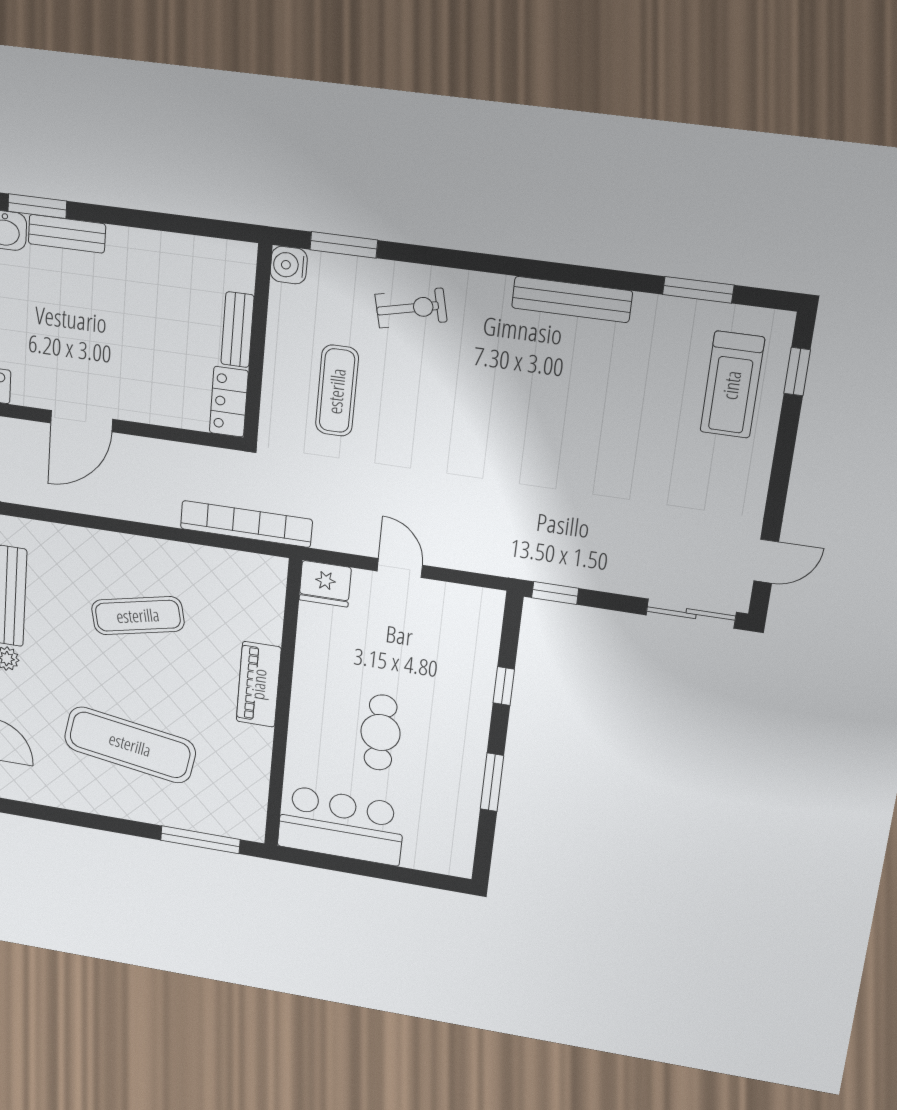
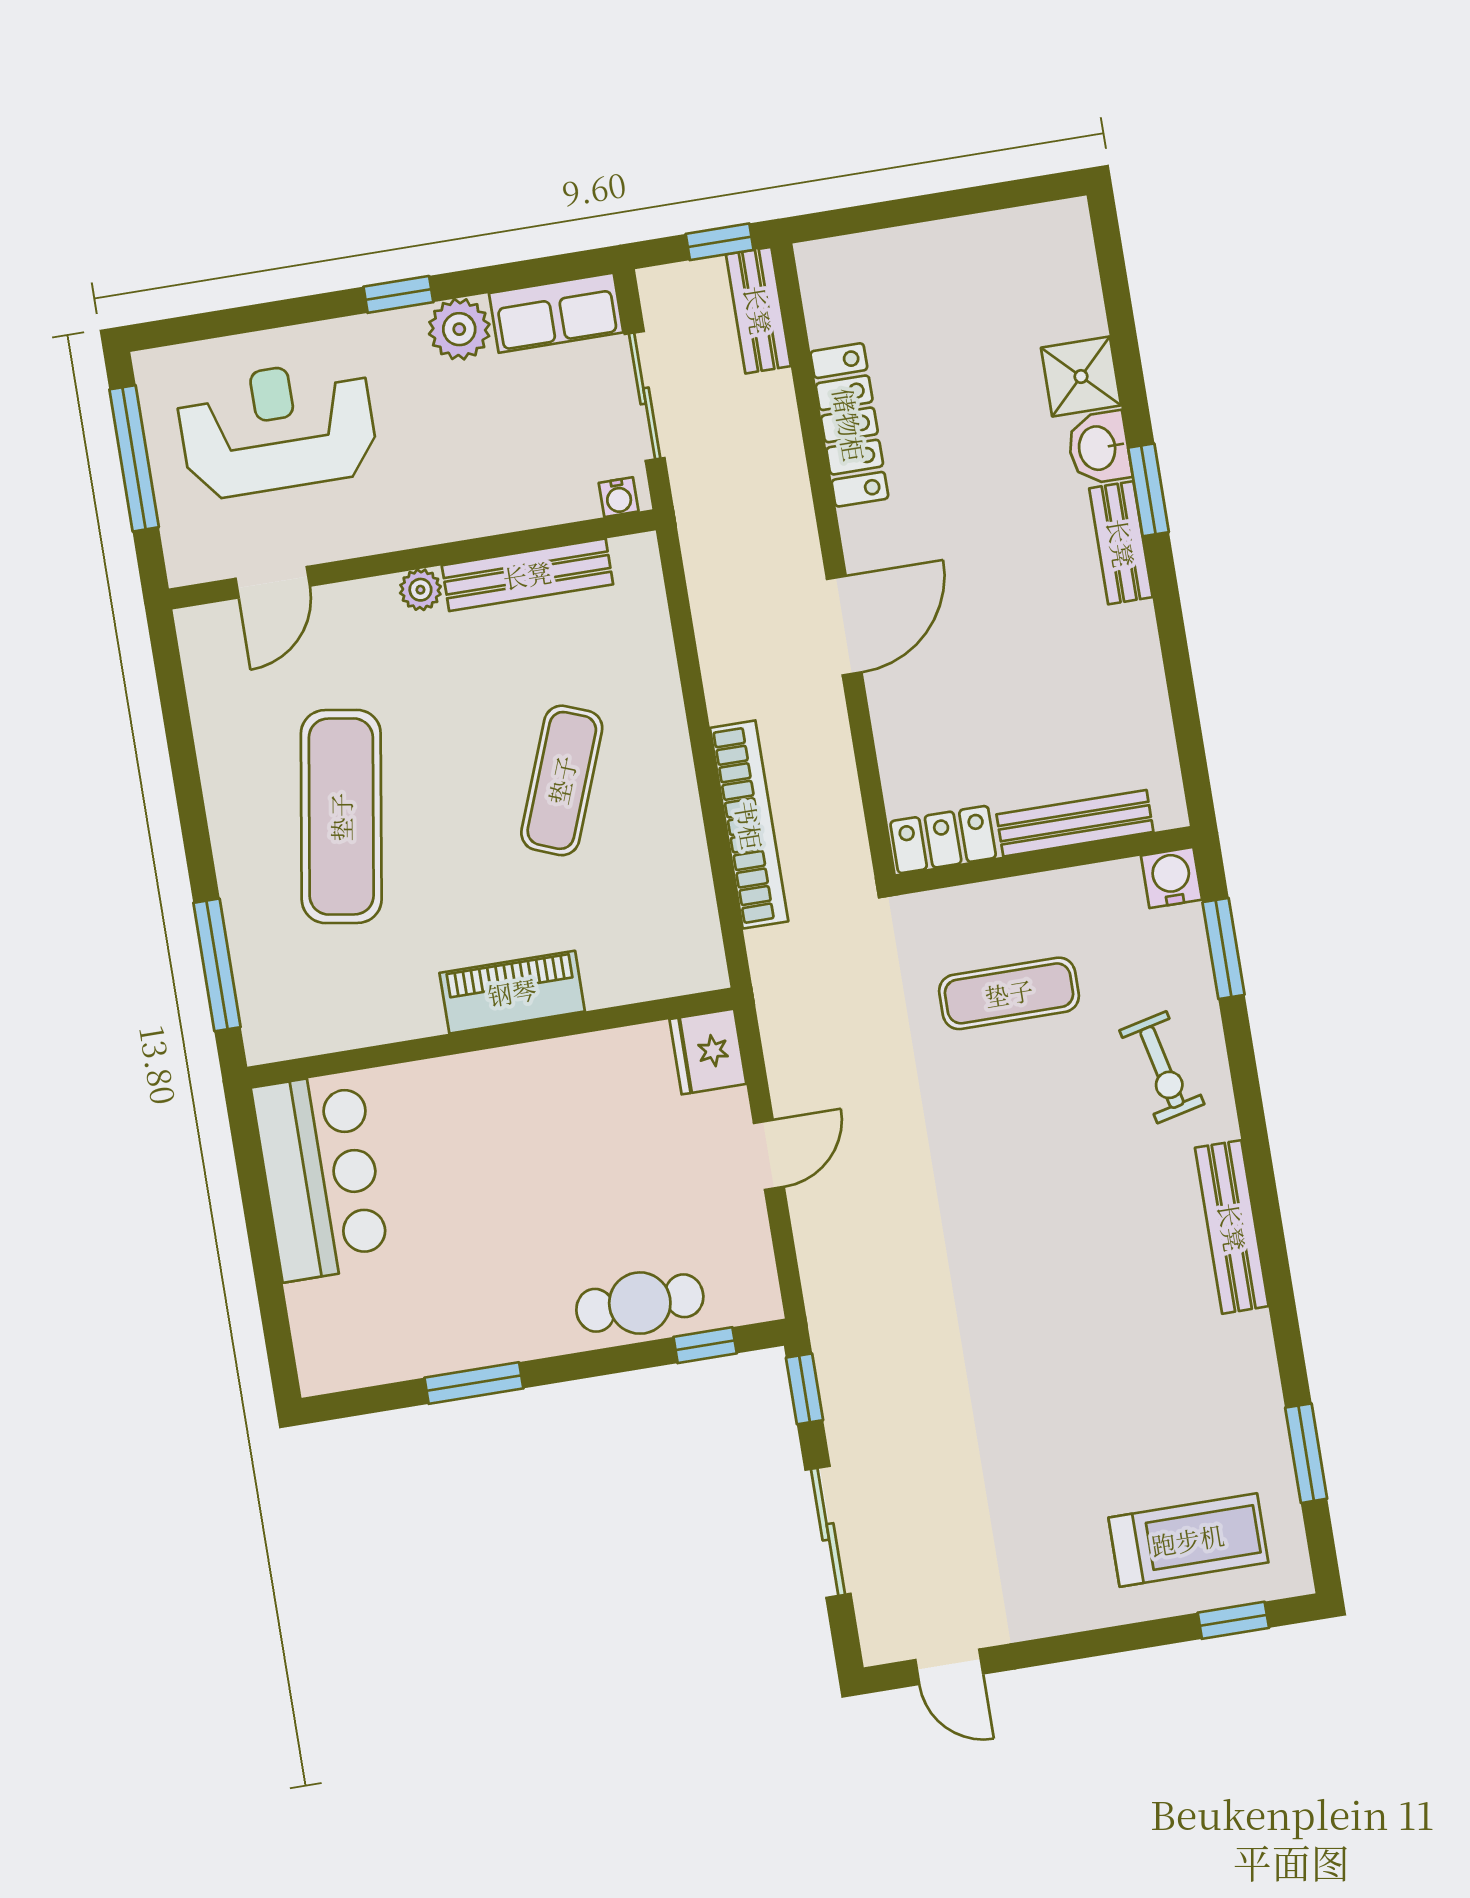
bench: (572, 299) -> (1232, 1227), moved
bench: (237, 330) -> (1075, 823), width x1.36
treadmill: (732, 385) -> (1188, 1540), turned 180
door: (82, 421) -> (844, 626), swing flipped
bookcase: (246, 524) -> (749, 825), moved
sliding door: (691, 614) -> (828, 1532), moved
exercise mat: (138, 616) -> (562, 780), turned 33
window: (504, 686) -> (705, 1345), moved
cafe table: (381, 733) -> (640, 1303), moved

